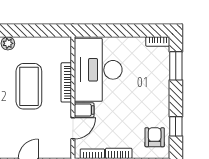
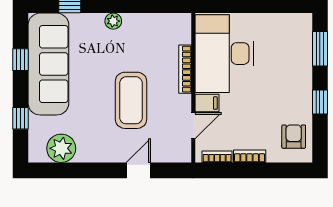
bookcase: (158, 42) -> (298, 19), removed
coffee table: (29, 86) -> (131, 100), moved
window: (176, 126) -> (320, 102), moved

